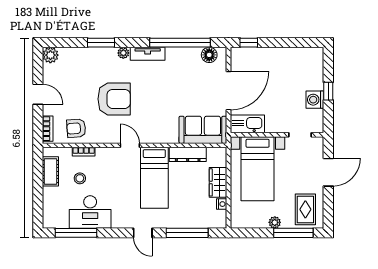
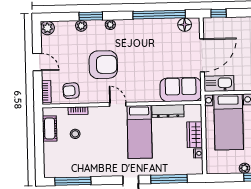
plant: (90, 54) -> (81, 26), added
tv unit: (148, 54) -> (131, 25), removed
desk: (90, 212) -> (85, 163), removed

